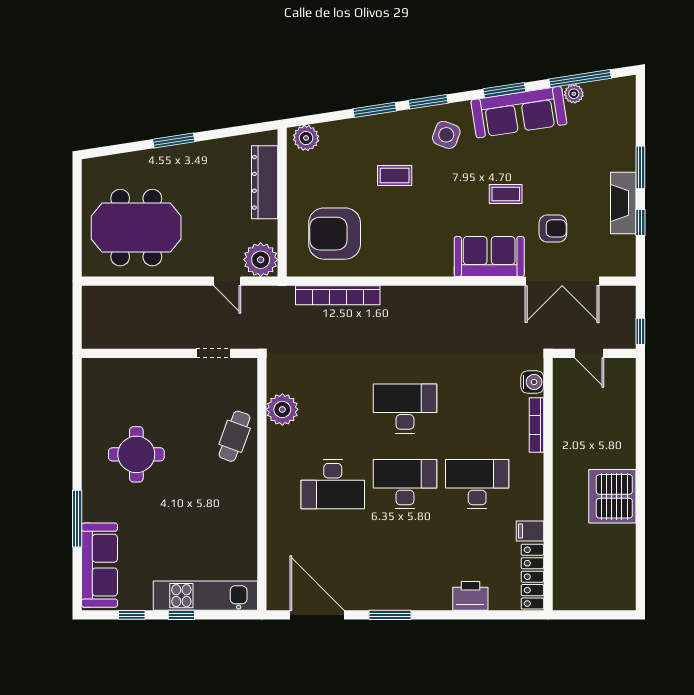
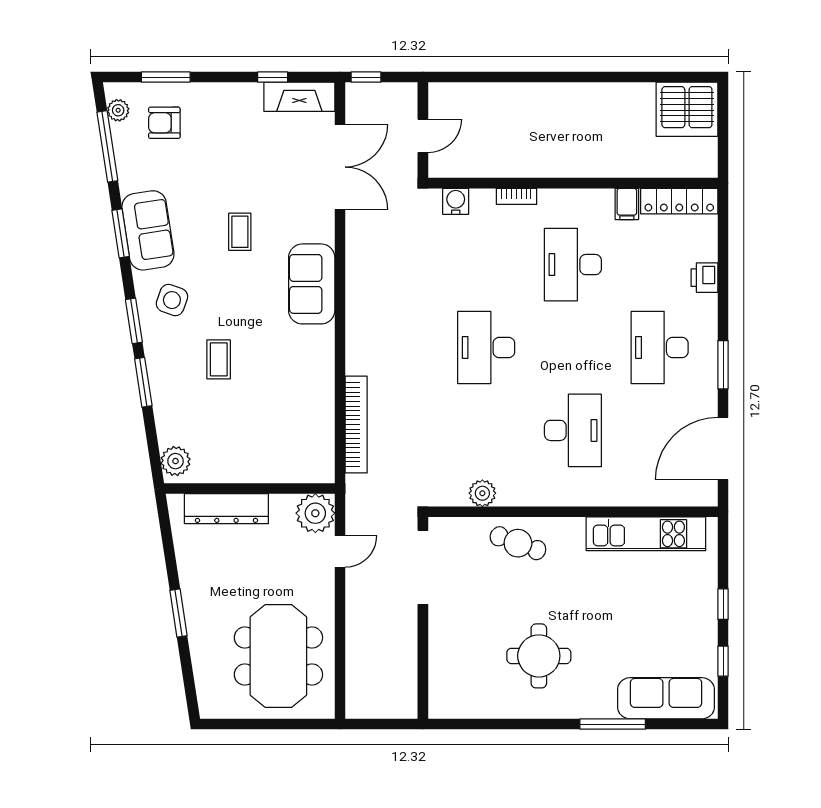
plant: (574, 94) -> (118, 110), moved
sofa: (519, 112) -> (148, 230), width x0.73
window: (640, 167) -> (166, 77), moved
fireplace: (623, 203) -> (299, 97), moved
armchair: (553, 228) -> (164, 123), moved, turned -90
armchair: (335, 234) -> (285, 428), removed
sofa: (489, 257) -> (312, 284), moved
window: (640, 331) -> (366, 77), moved
doorway: (214, 353) -> (423, 567), width x1.87
plant: (282, 409) -> (482, 493), width x0.73, depth x0.73
bookcase: (537, 425) -> (516, 196), width x0.64
desk: (405, 484) -> (660, 347), moved
server rack: (612, 496) -> (687, 109), moved
kitchen unit: (205, 596) -> (646, 534), moved, turned -90
printer: (470, 596) -> (704, 278), width x0.73, depth x0.81

